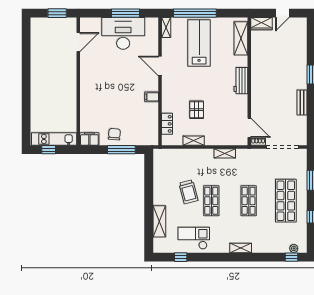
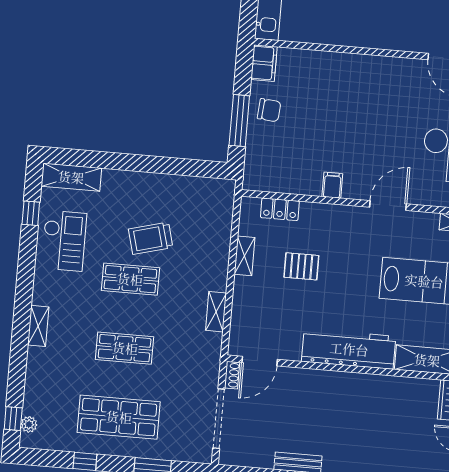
workbench: (241, 81) -> (349, 349), width x1.88, depth x1.32
shelving: (159, 221) -> (71, 177), moved

